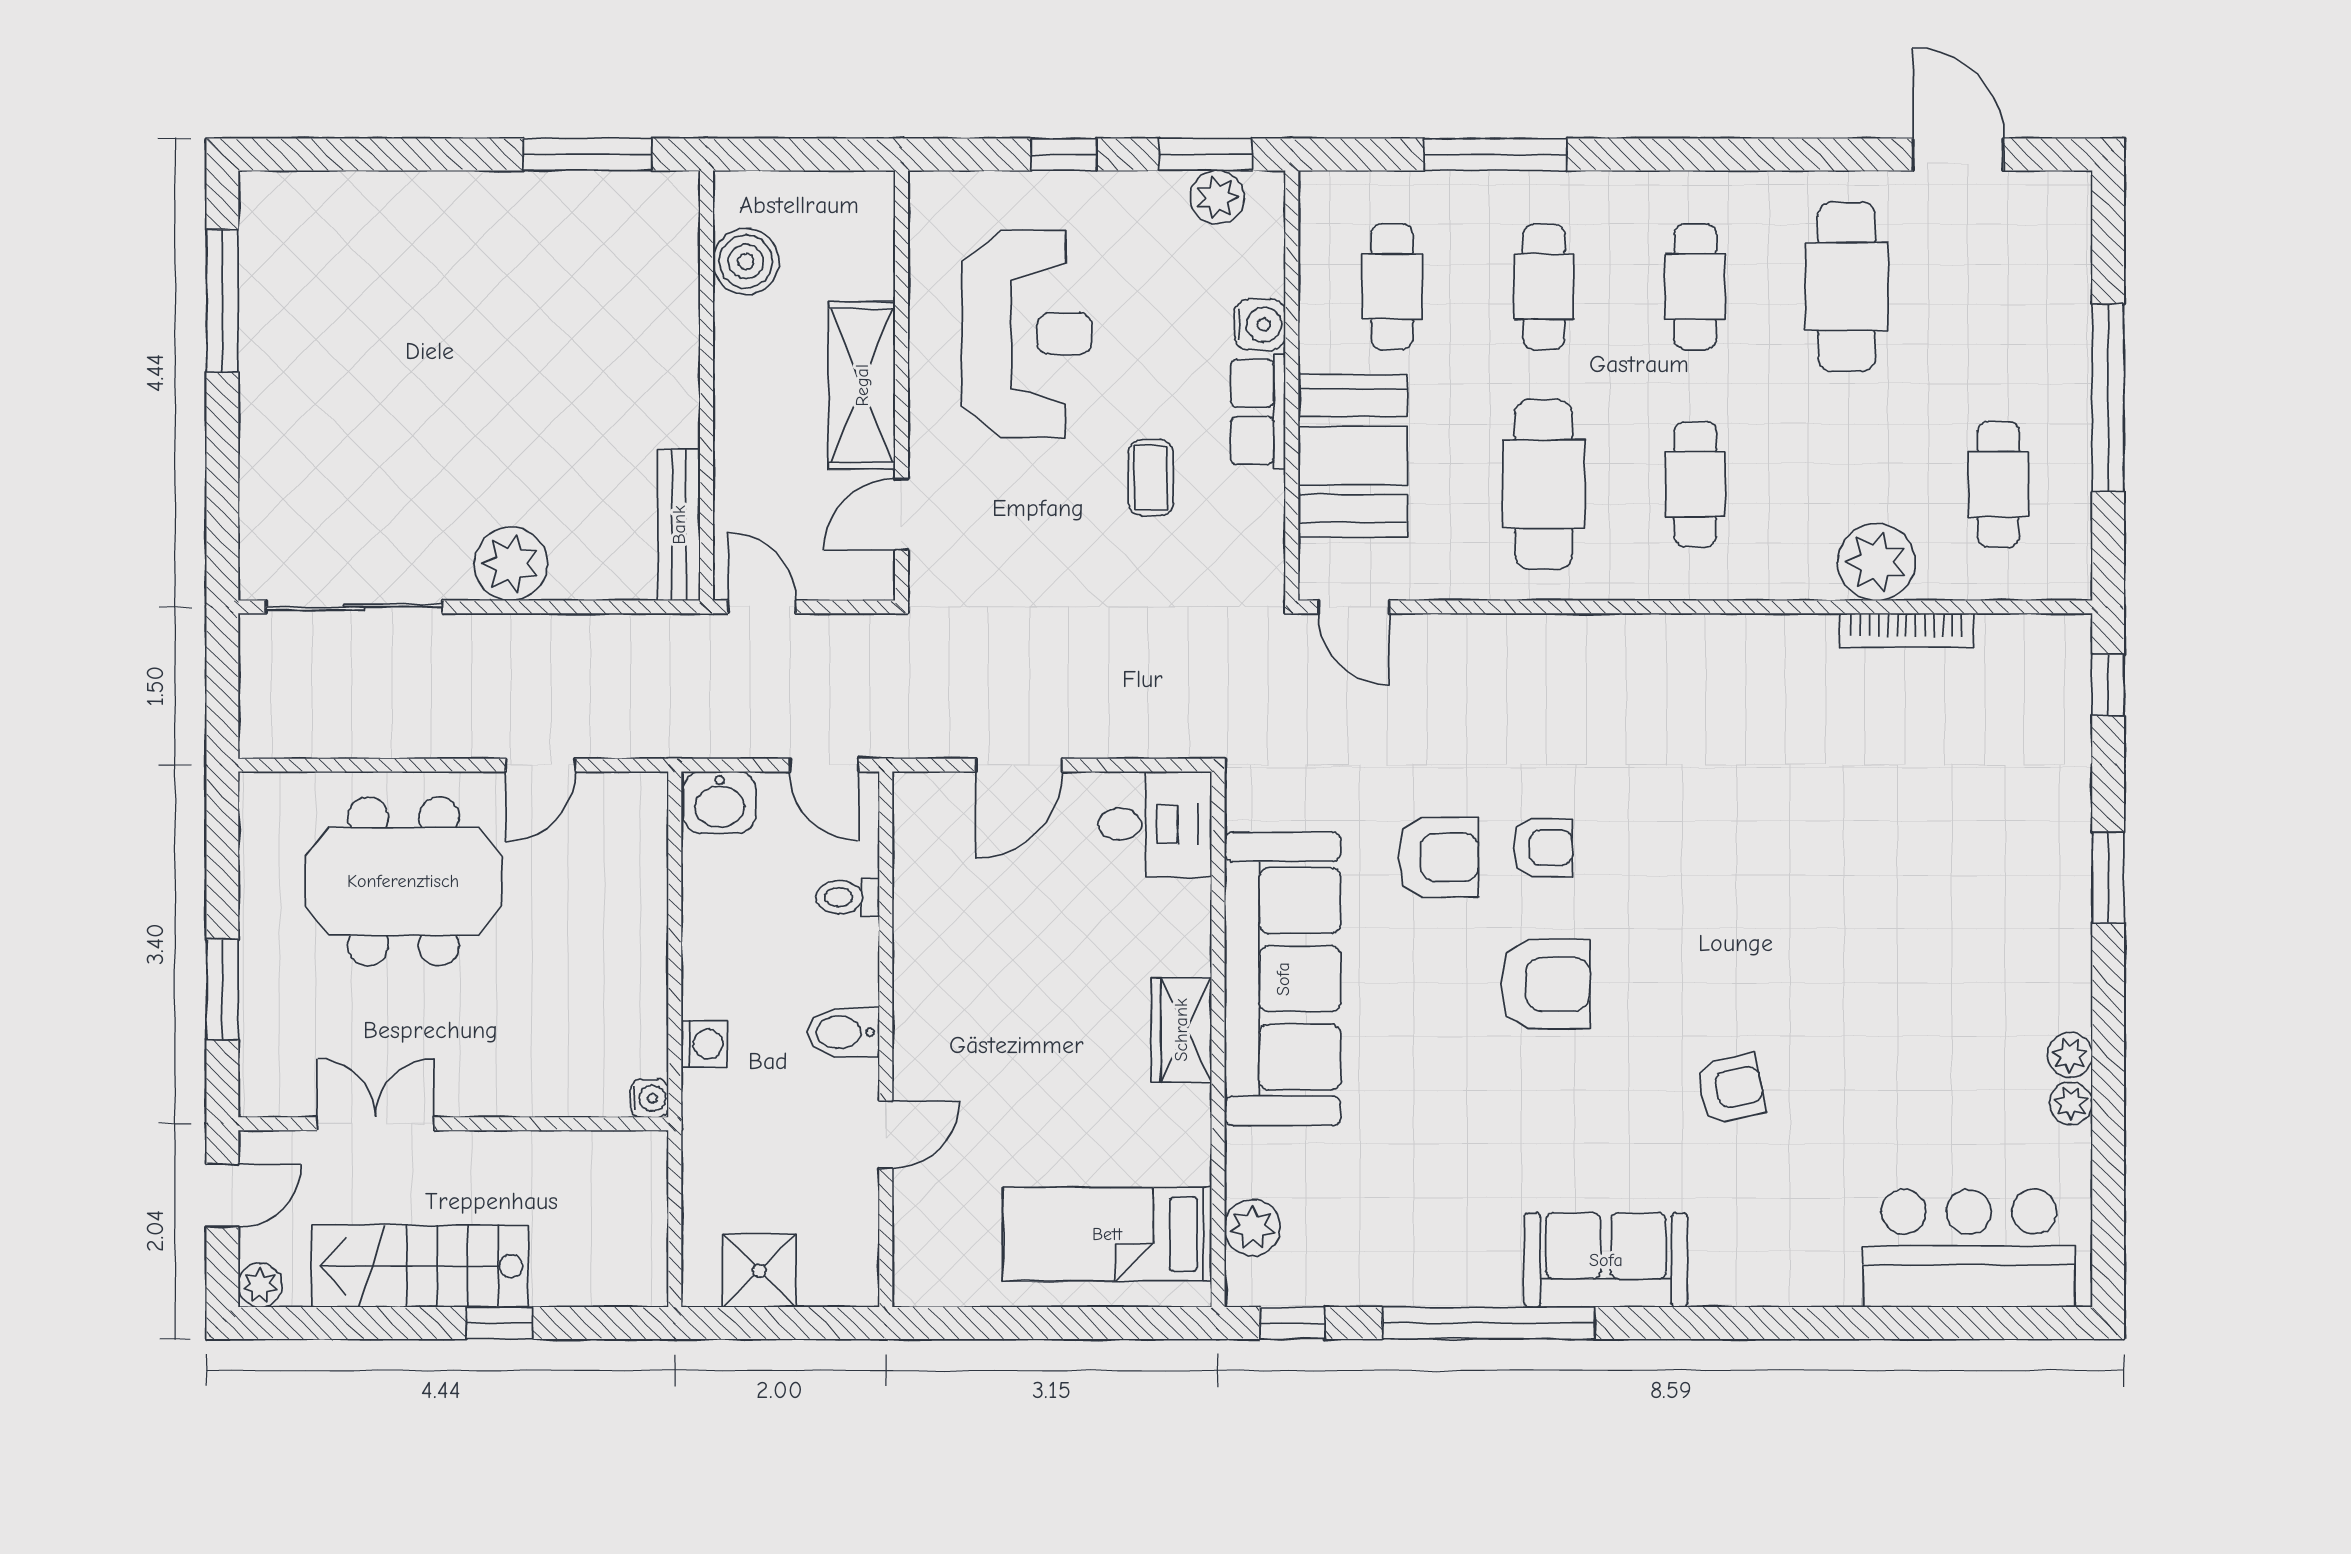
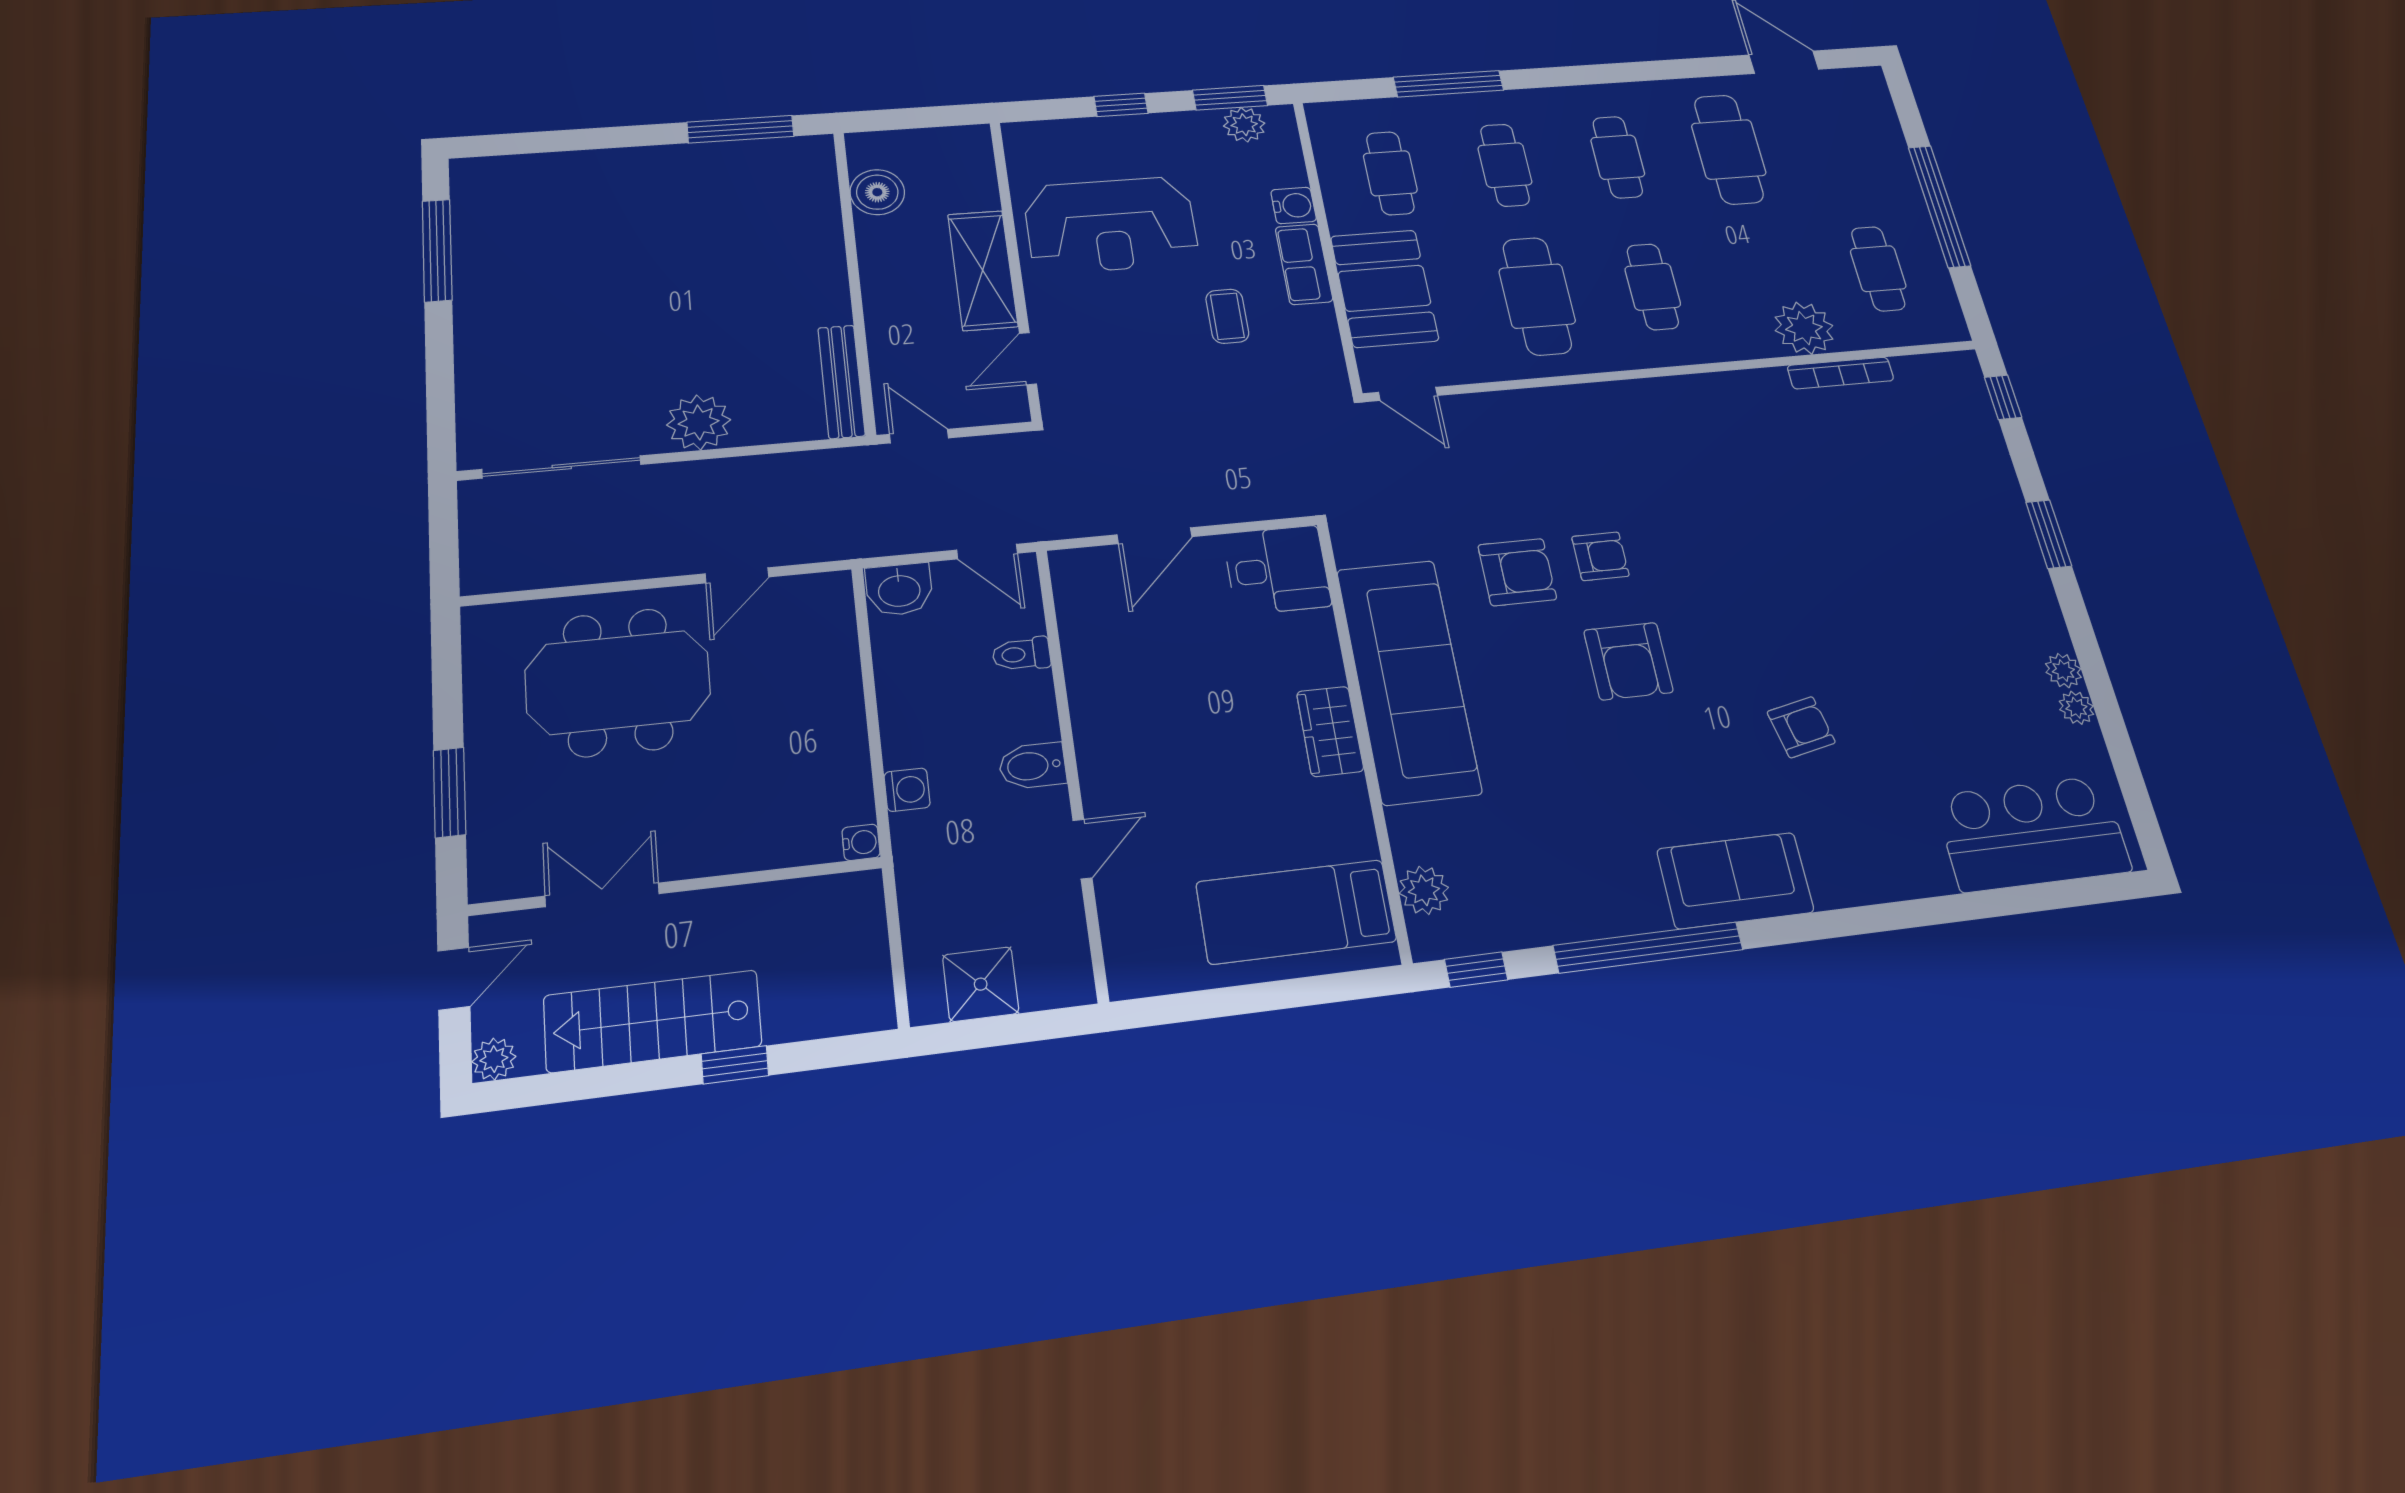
reception desk: (1027, 334) -> (1111, 225), turned 90
armchair: (1545, 984) -> (1628, 661), turned 90

